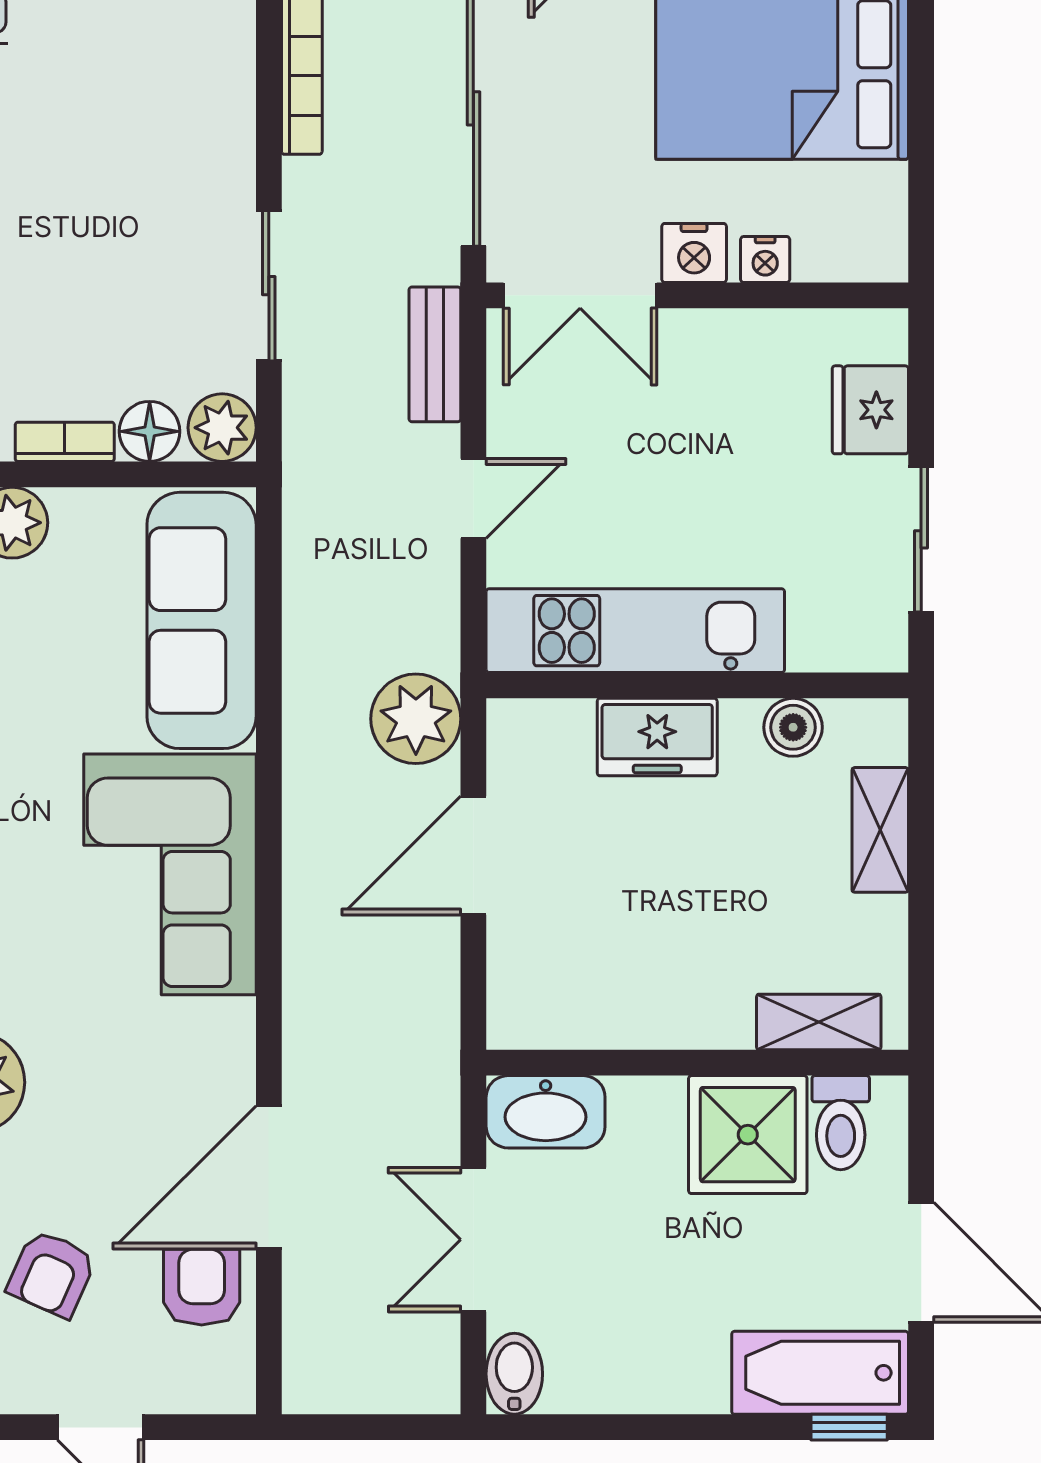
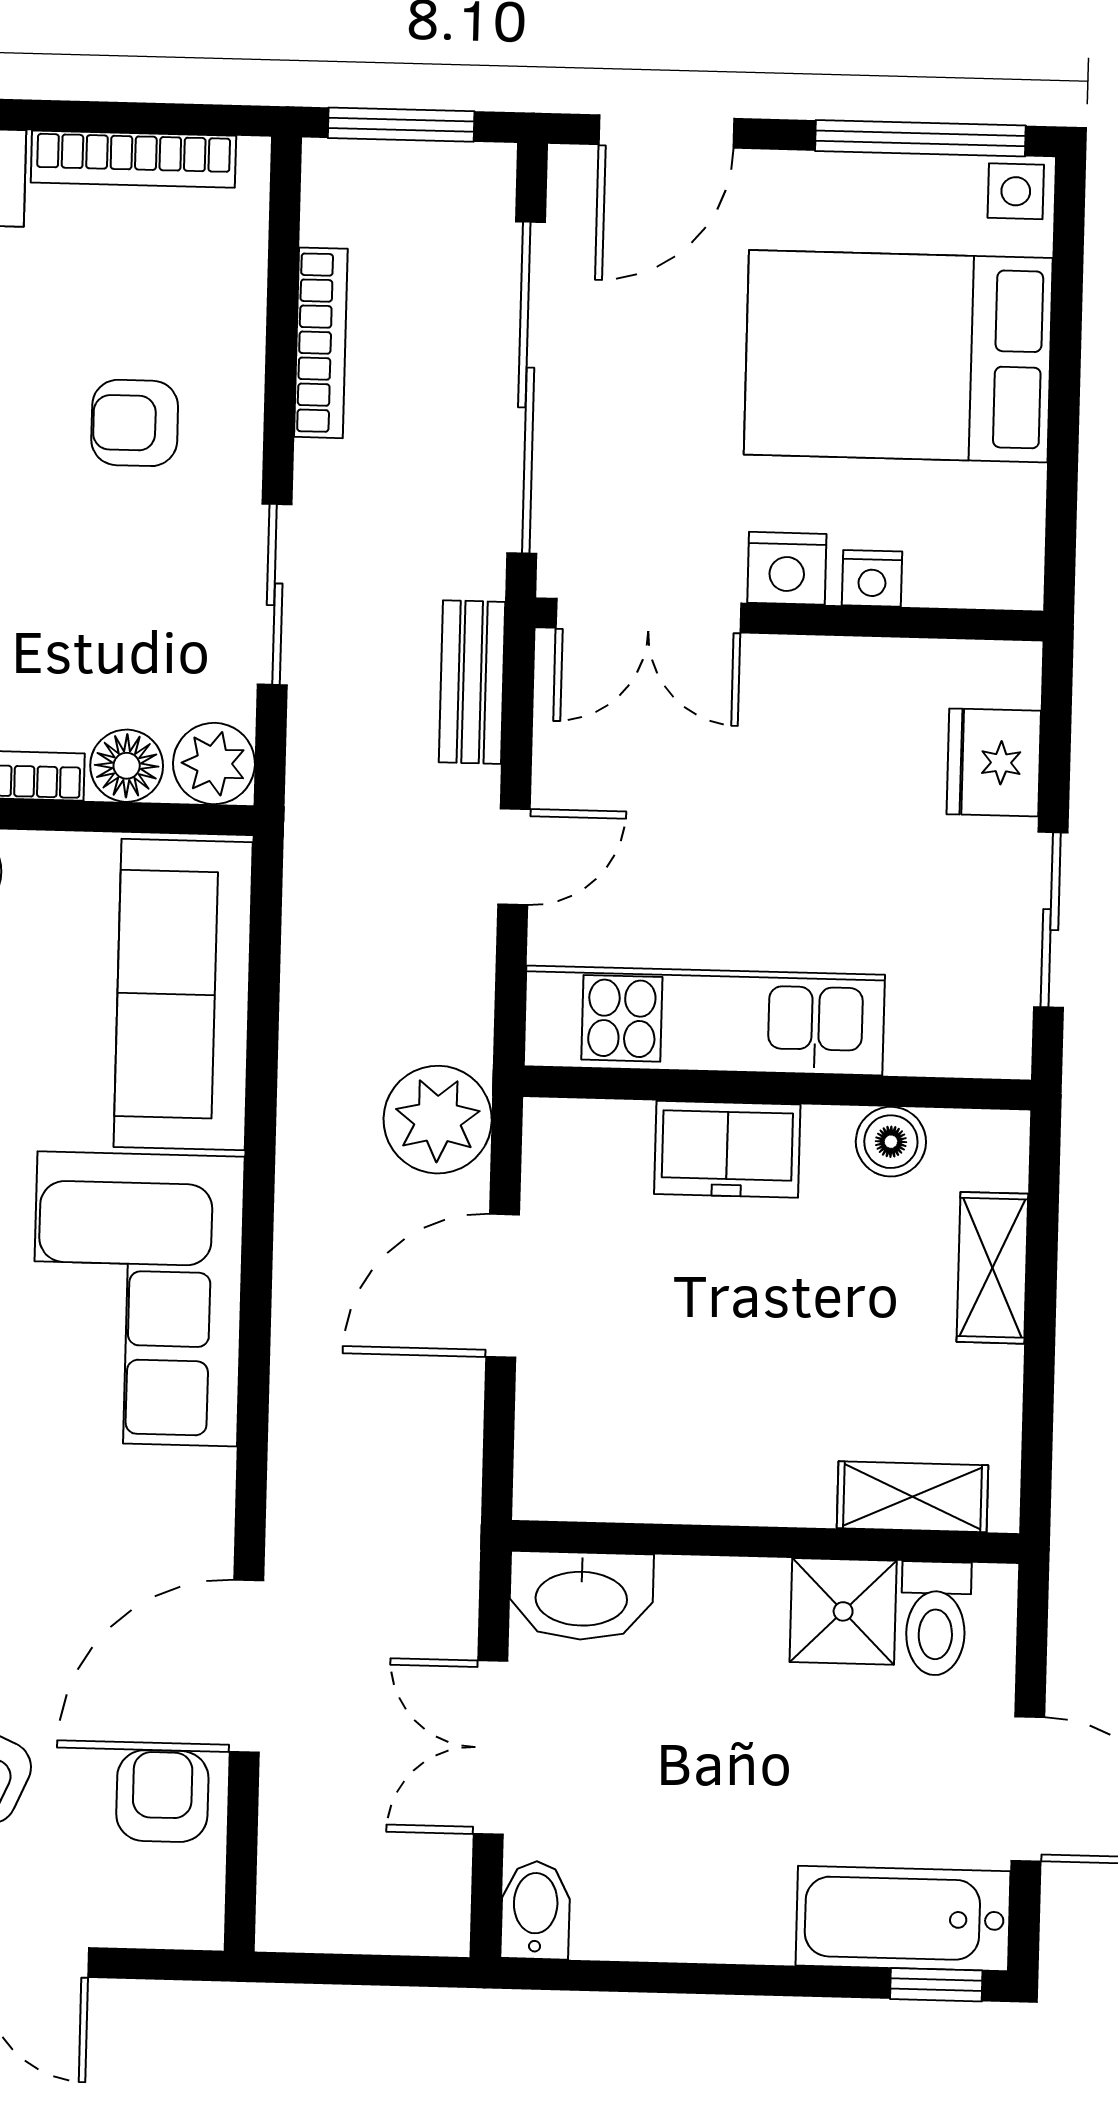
armchair: (149, 146) -> (135, 423), added
shower: (748, 1135) -> (843, 1611), width x0.73, depth x0.73

